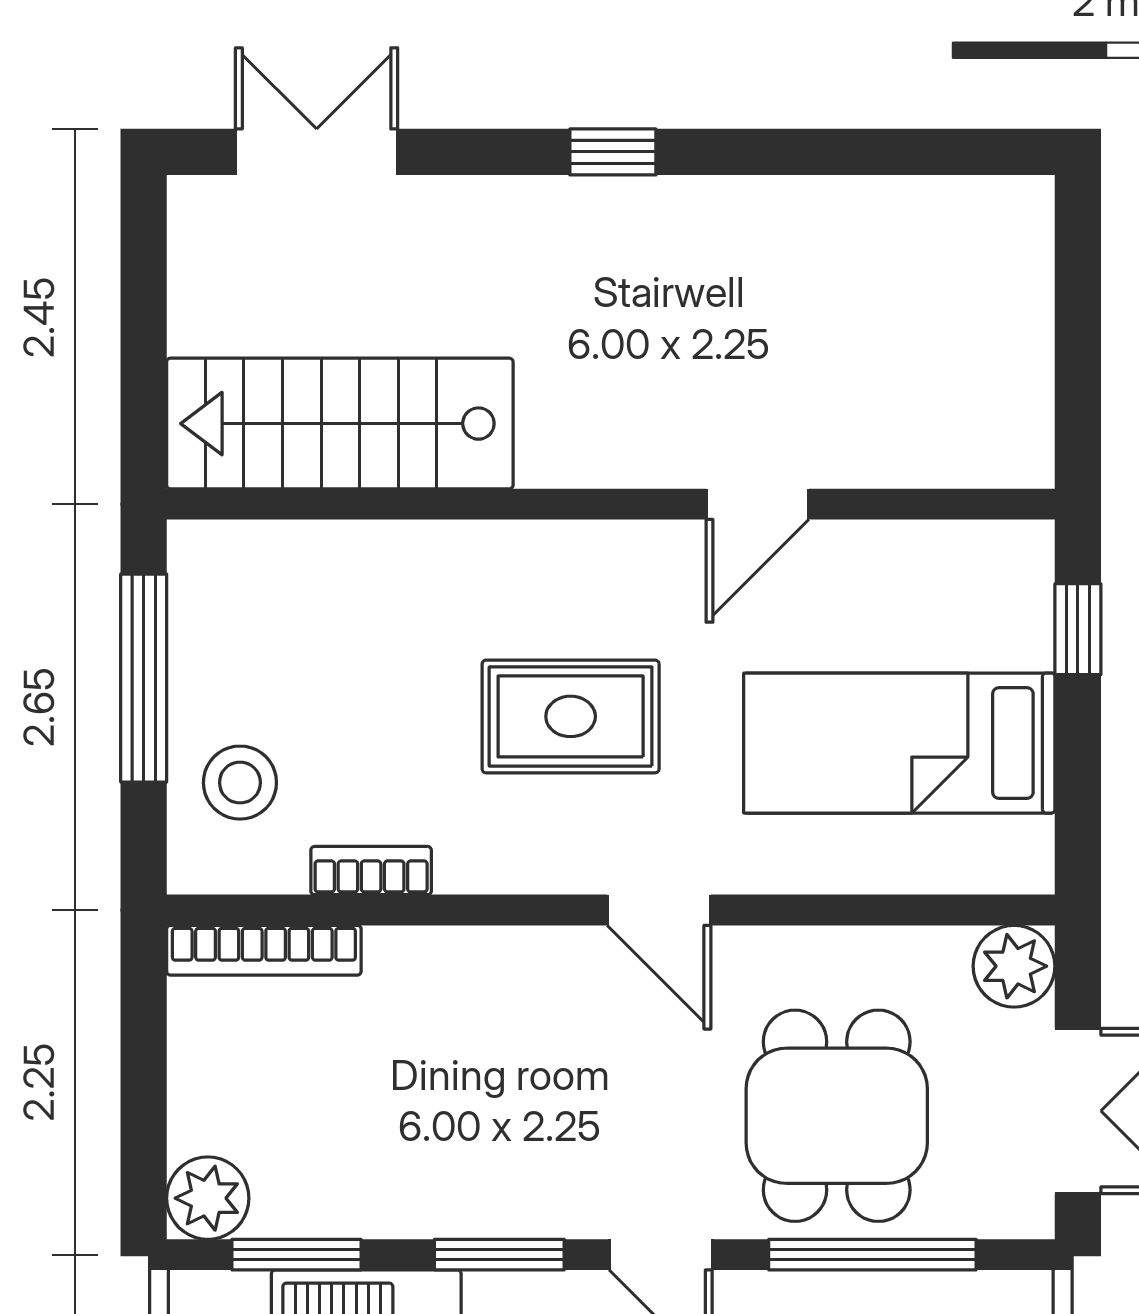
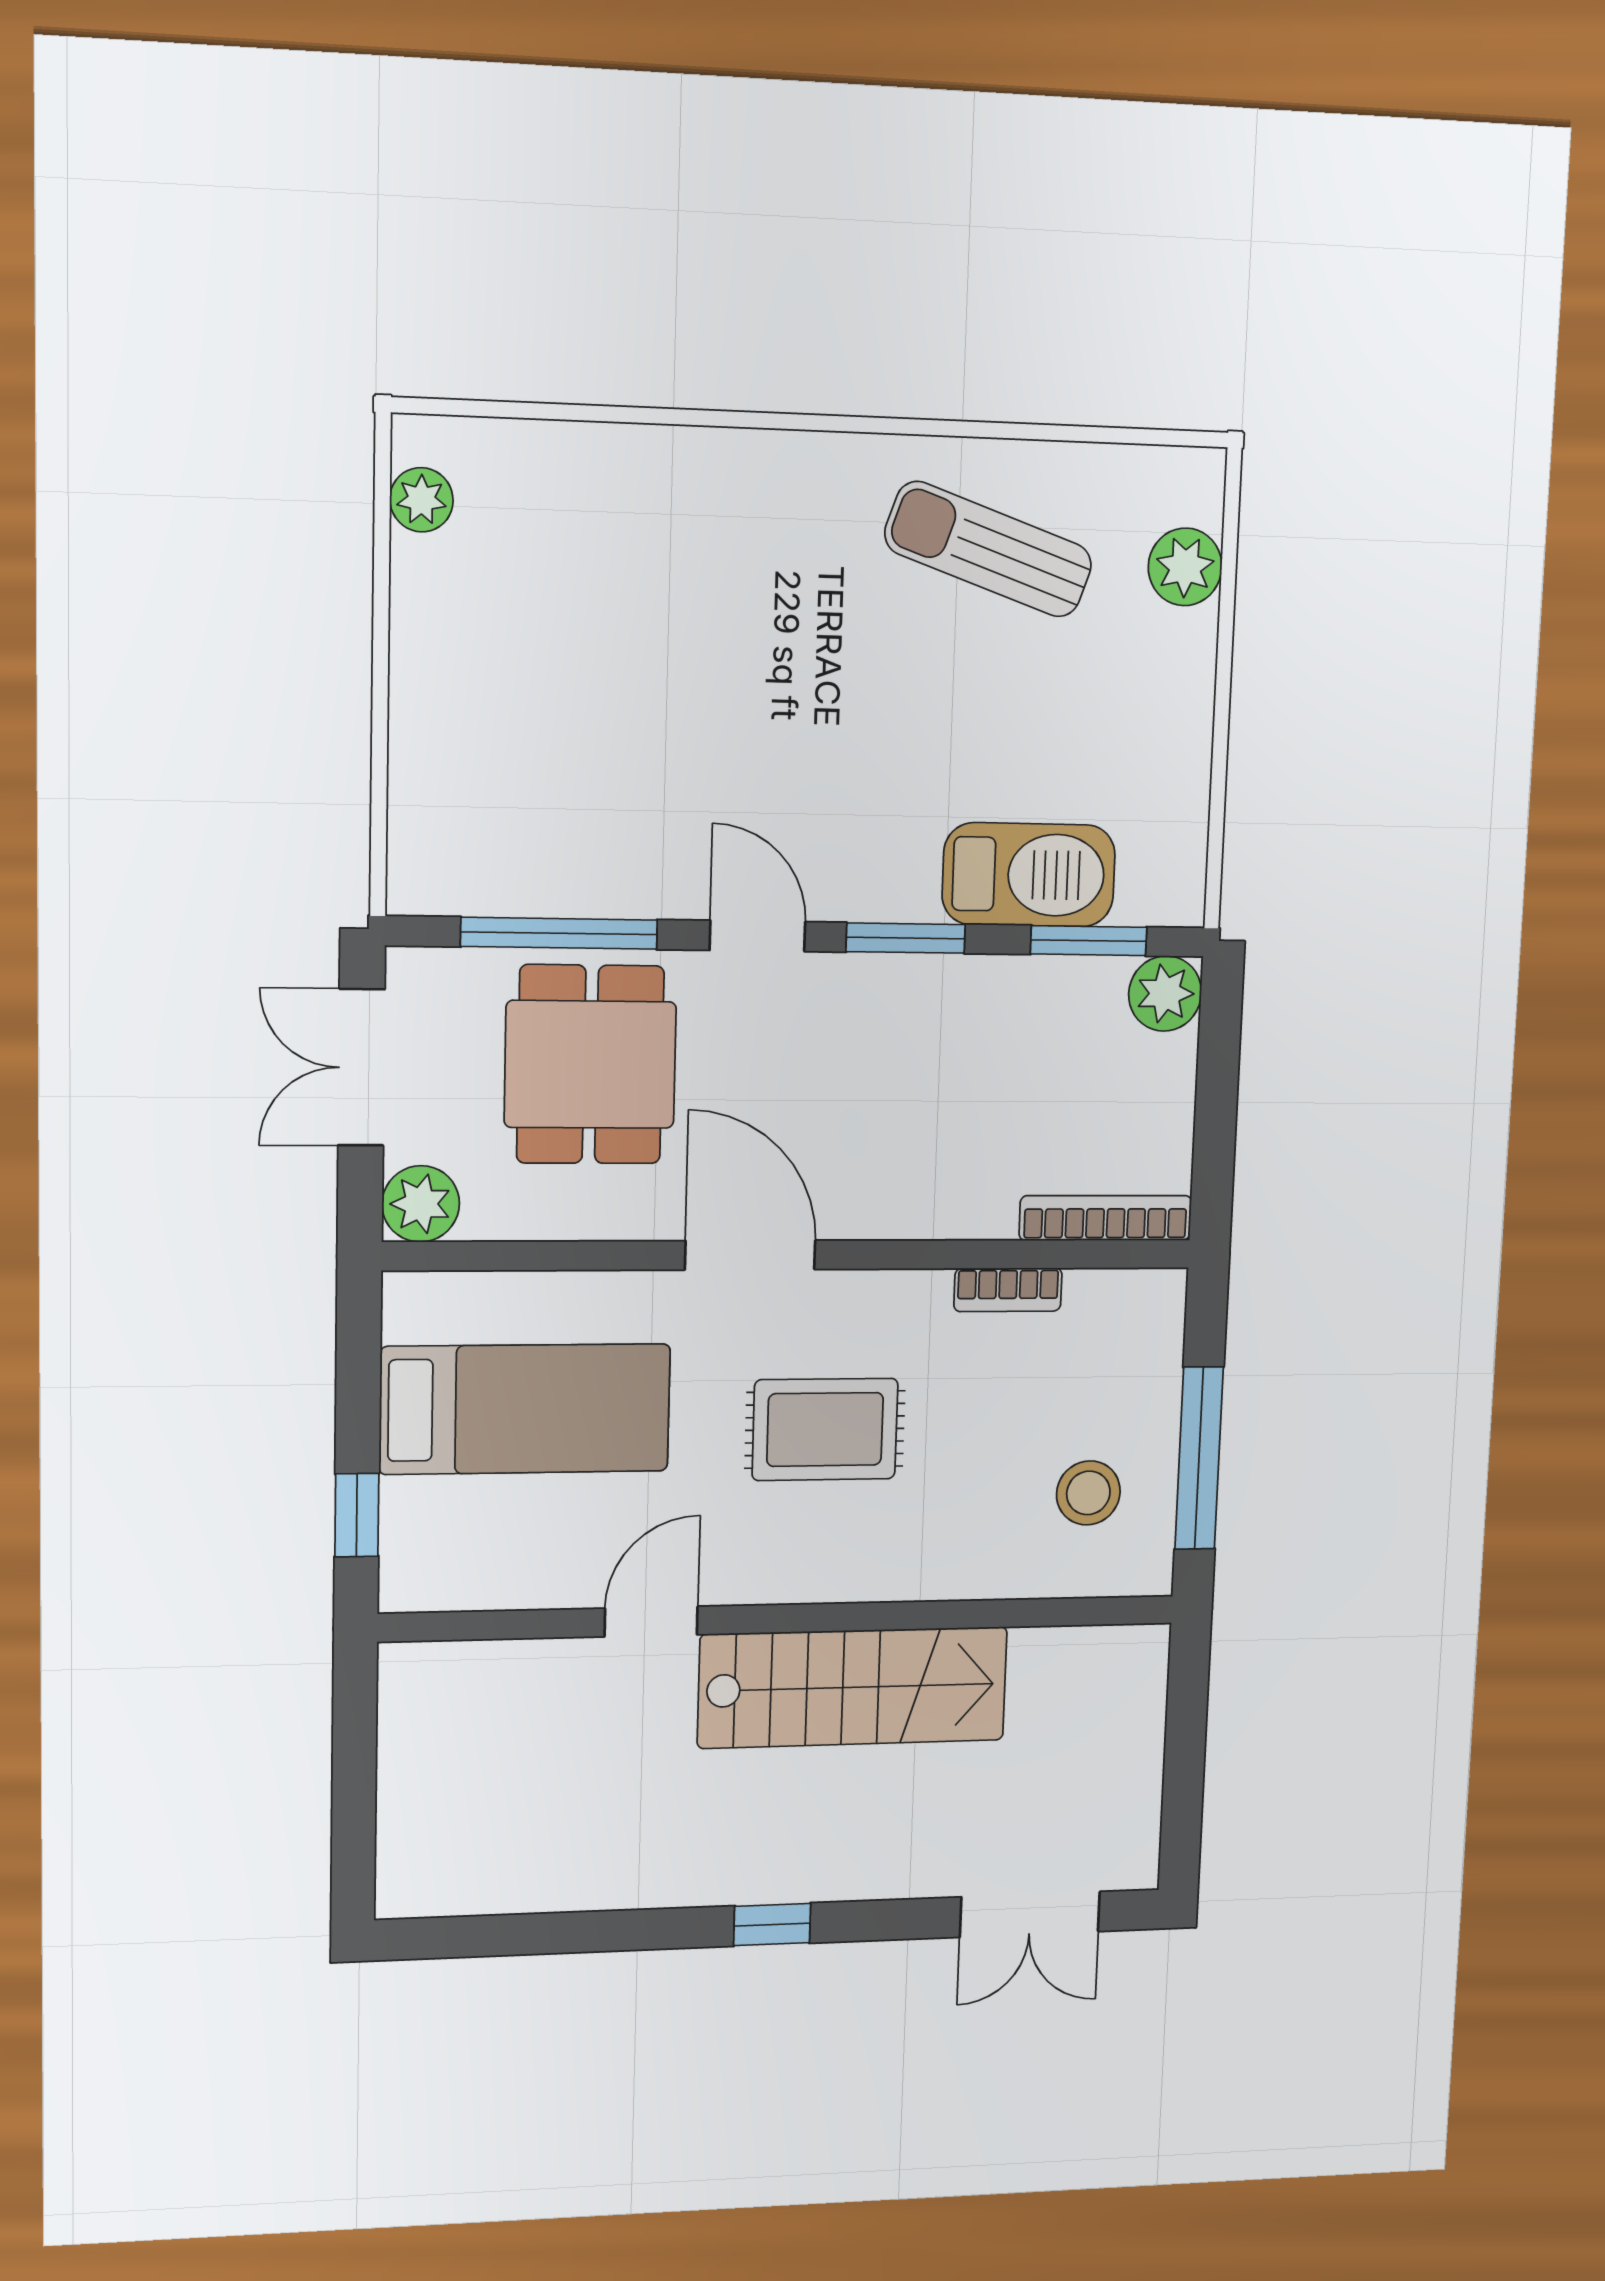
stairs: (340, 424) -> (853, 1687), moved
stool: (240, 783) -> (1088, 1493), moved
door: (659, 910) -> (750, 1255), width x1.38

